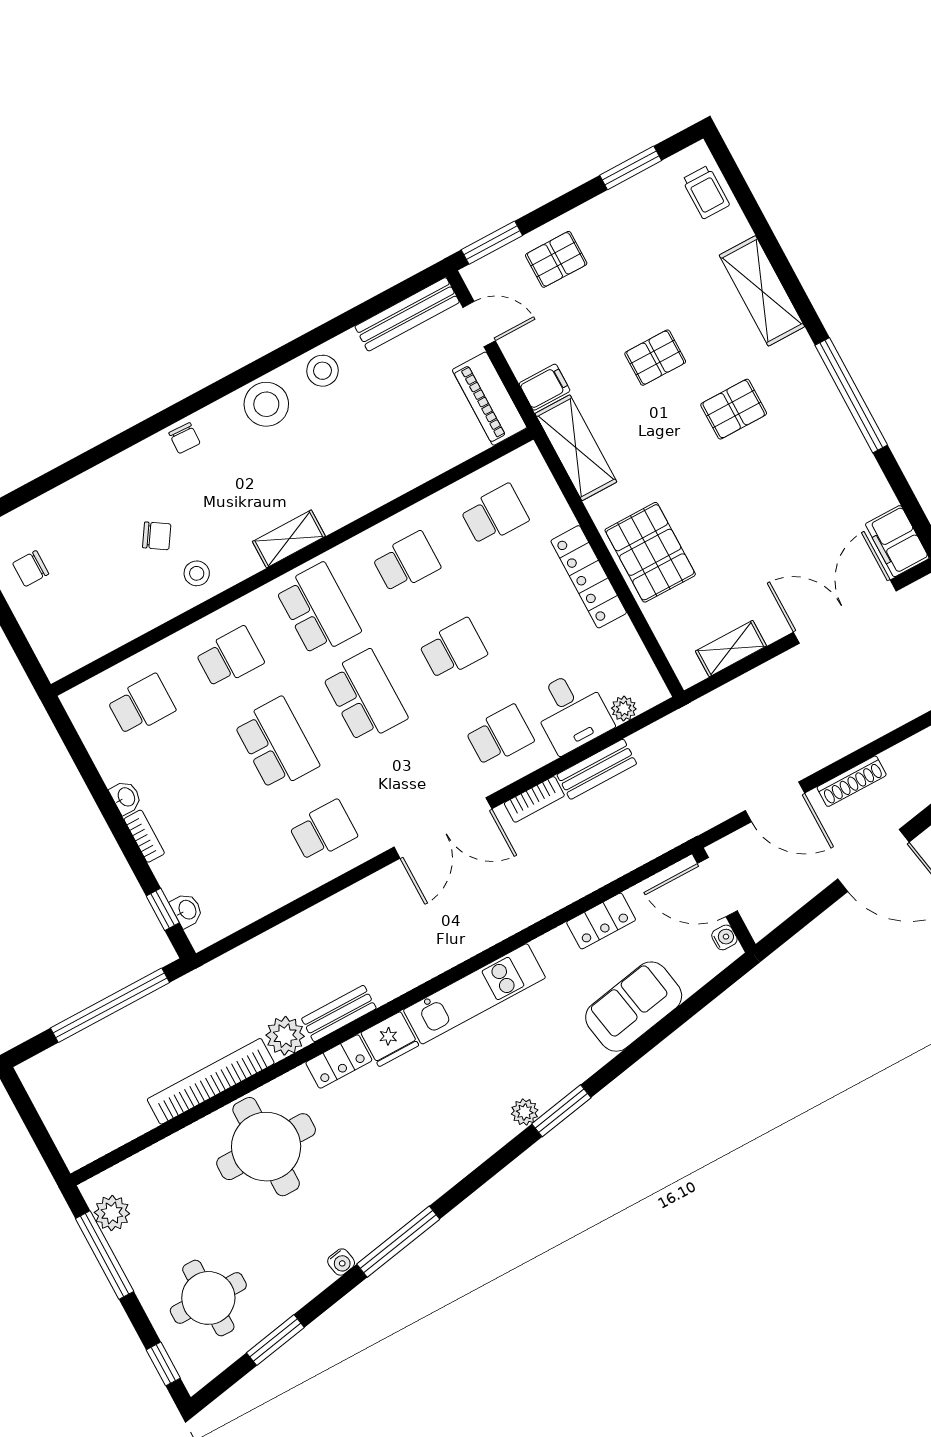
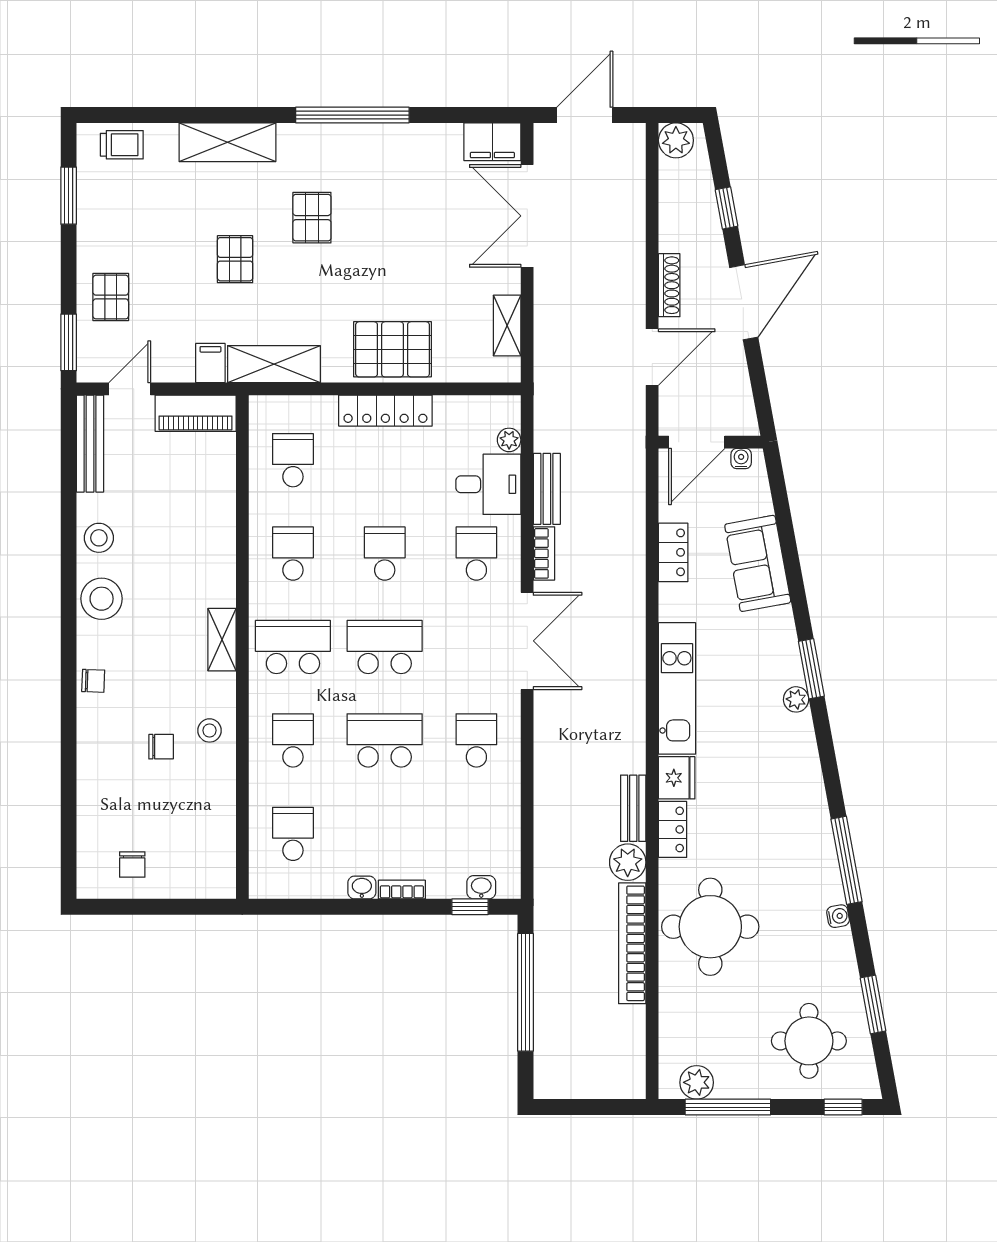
chair: (157, 536) -> (161, 747), turned 57

